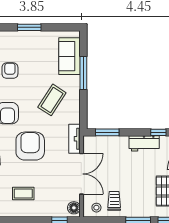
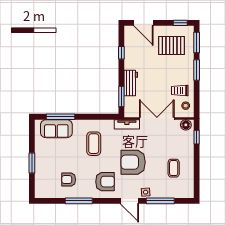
window: (83, 73) -> (61, 117), moved
coffee table: (52, 100) -> (94, 144), turned 57
workbench: (144, 143) -> (131, 83), moved

